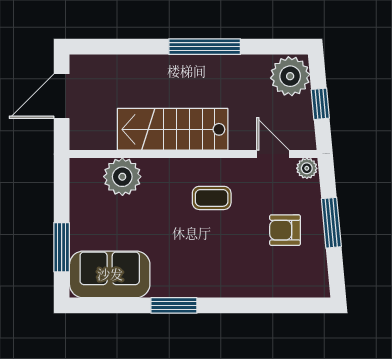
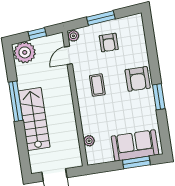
stairs: (173, 129) -> (34, 119), moved, turned 180
plant: (122, 177) -> (89, 141), width x0.53, depth x0.53
armchair: (212, 272) -> (138, 79), added
sofa: (110, 274) -> (135, 145), moved, turned 90

